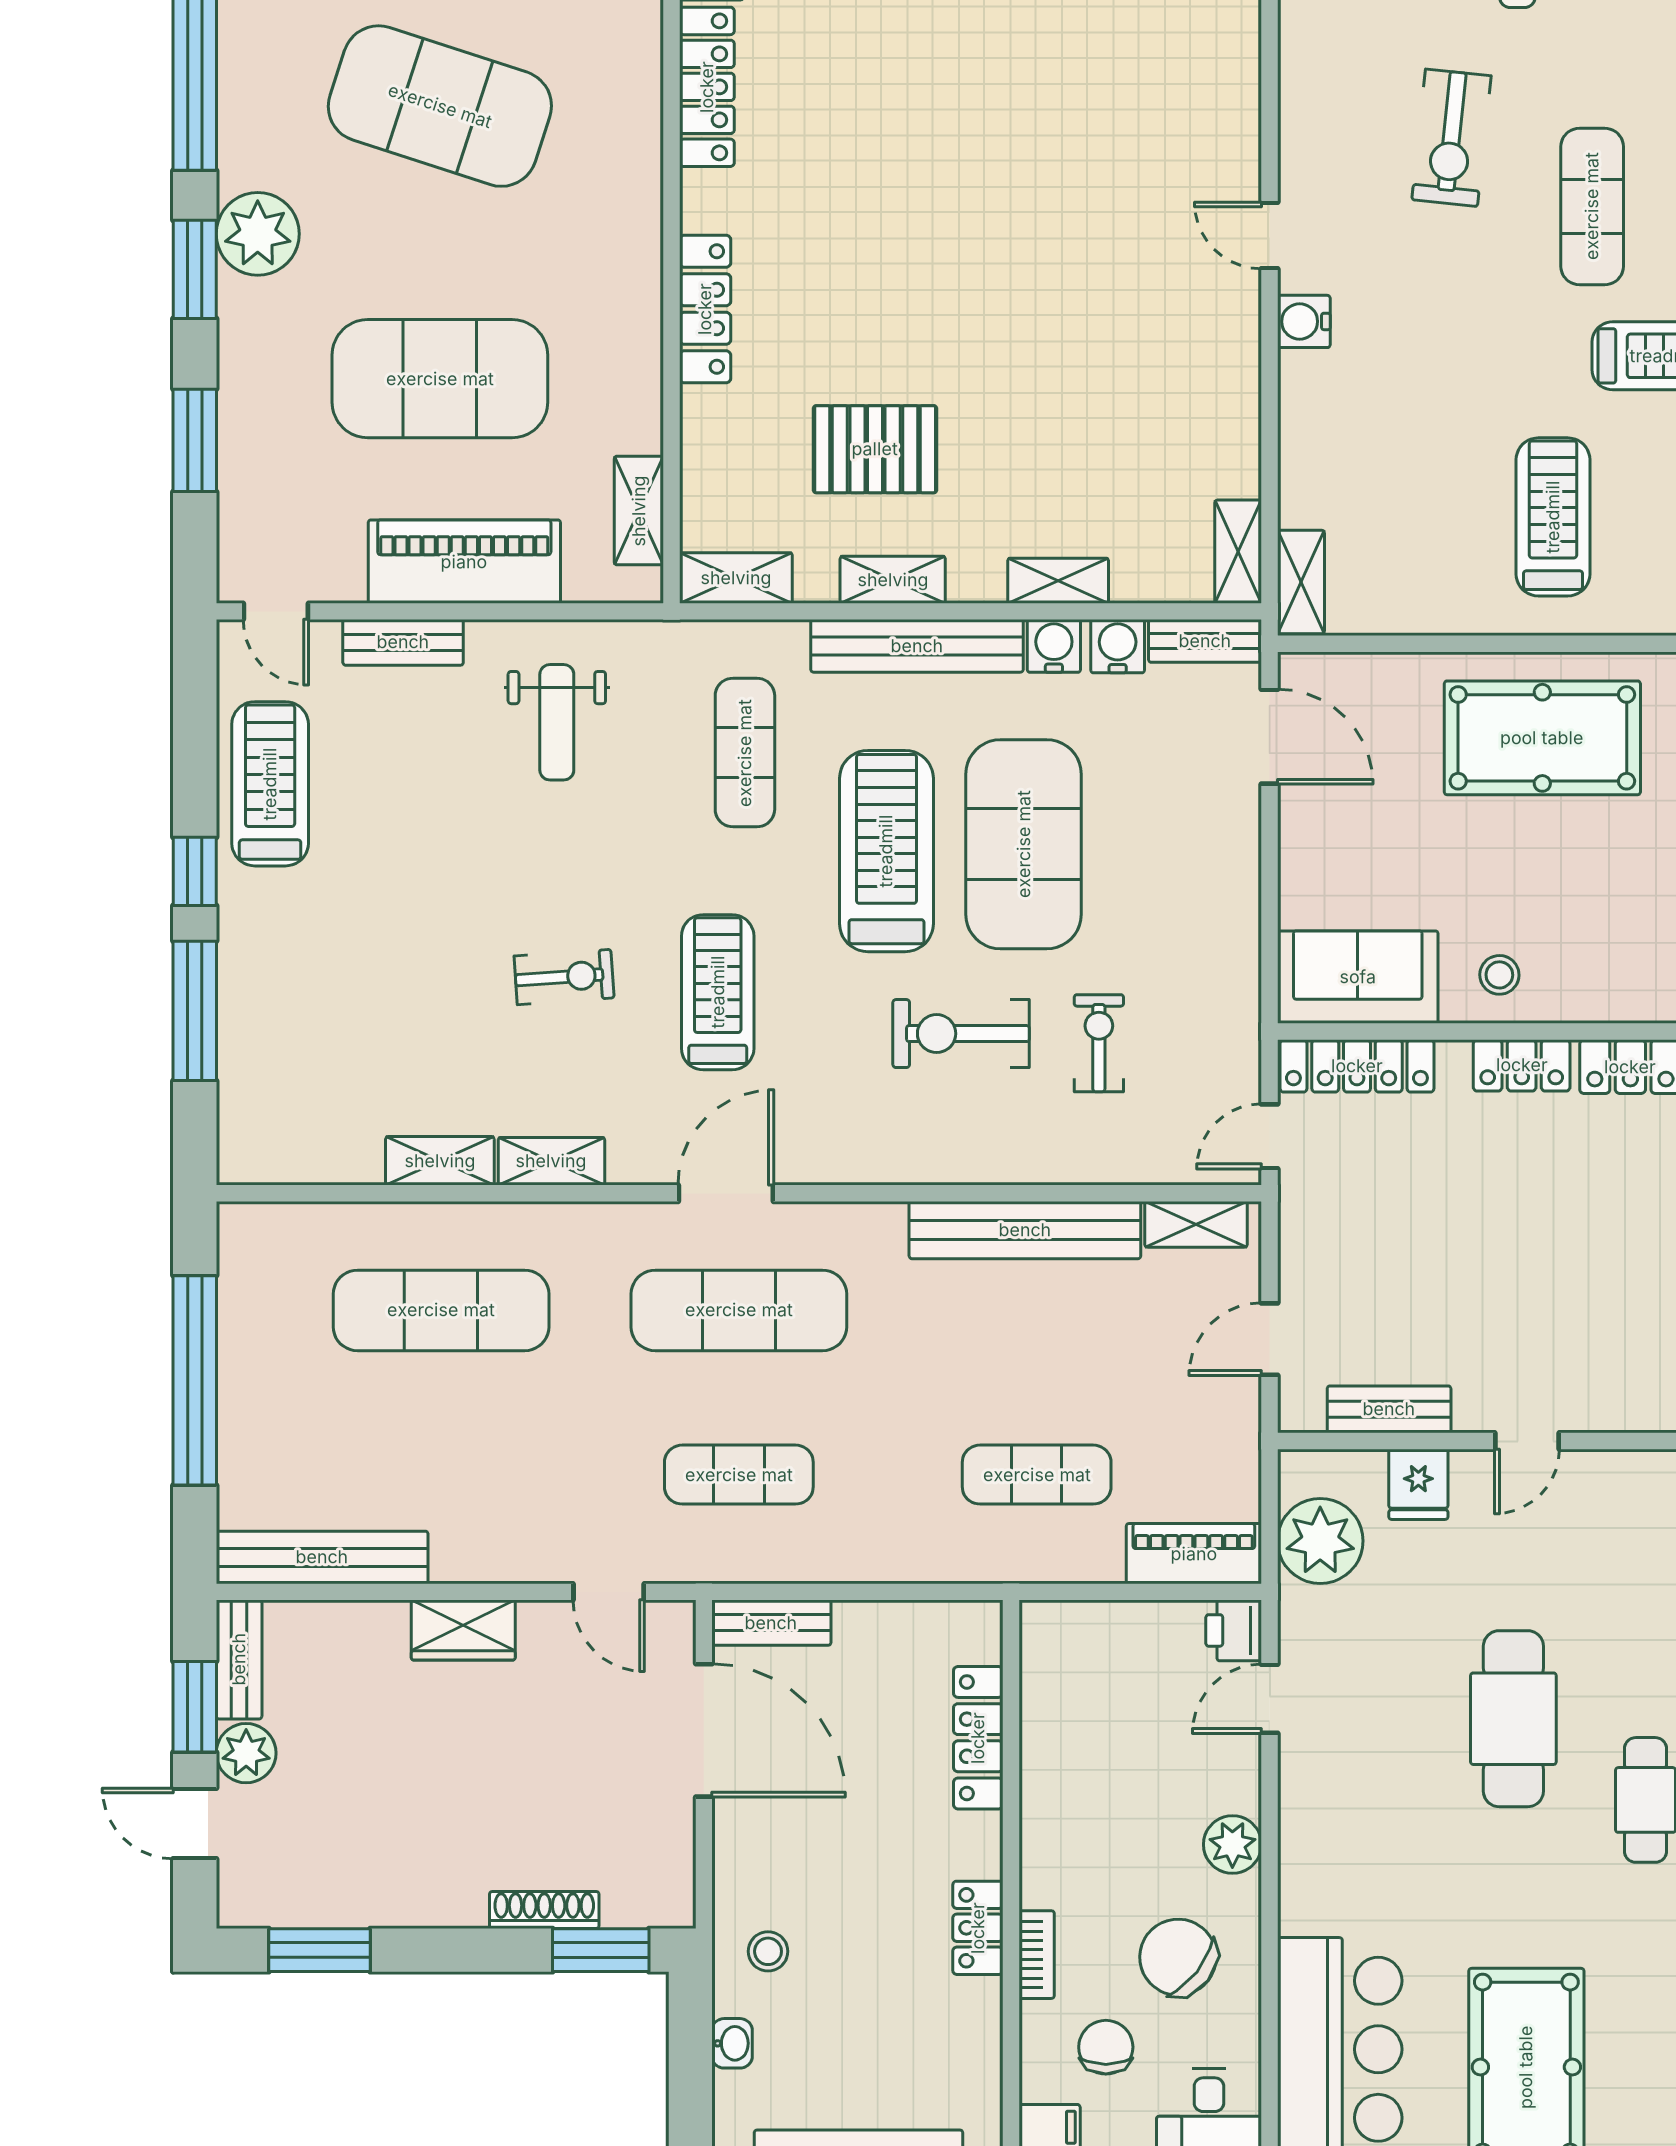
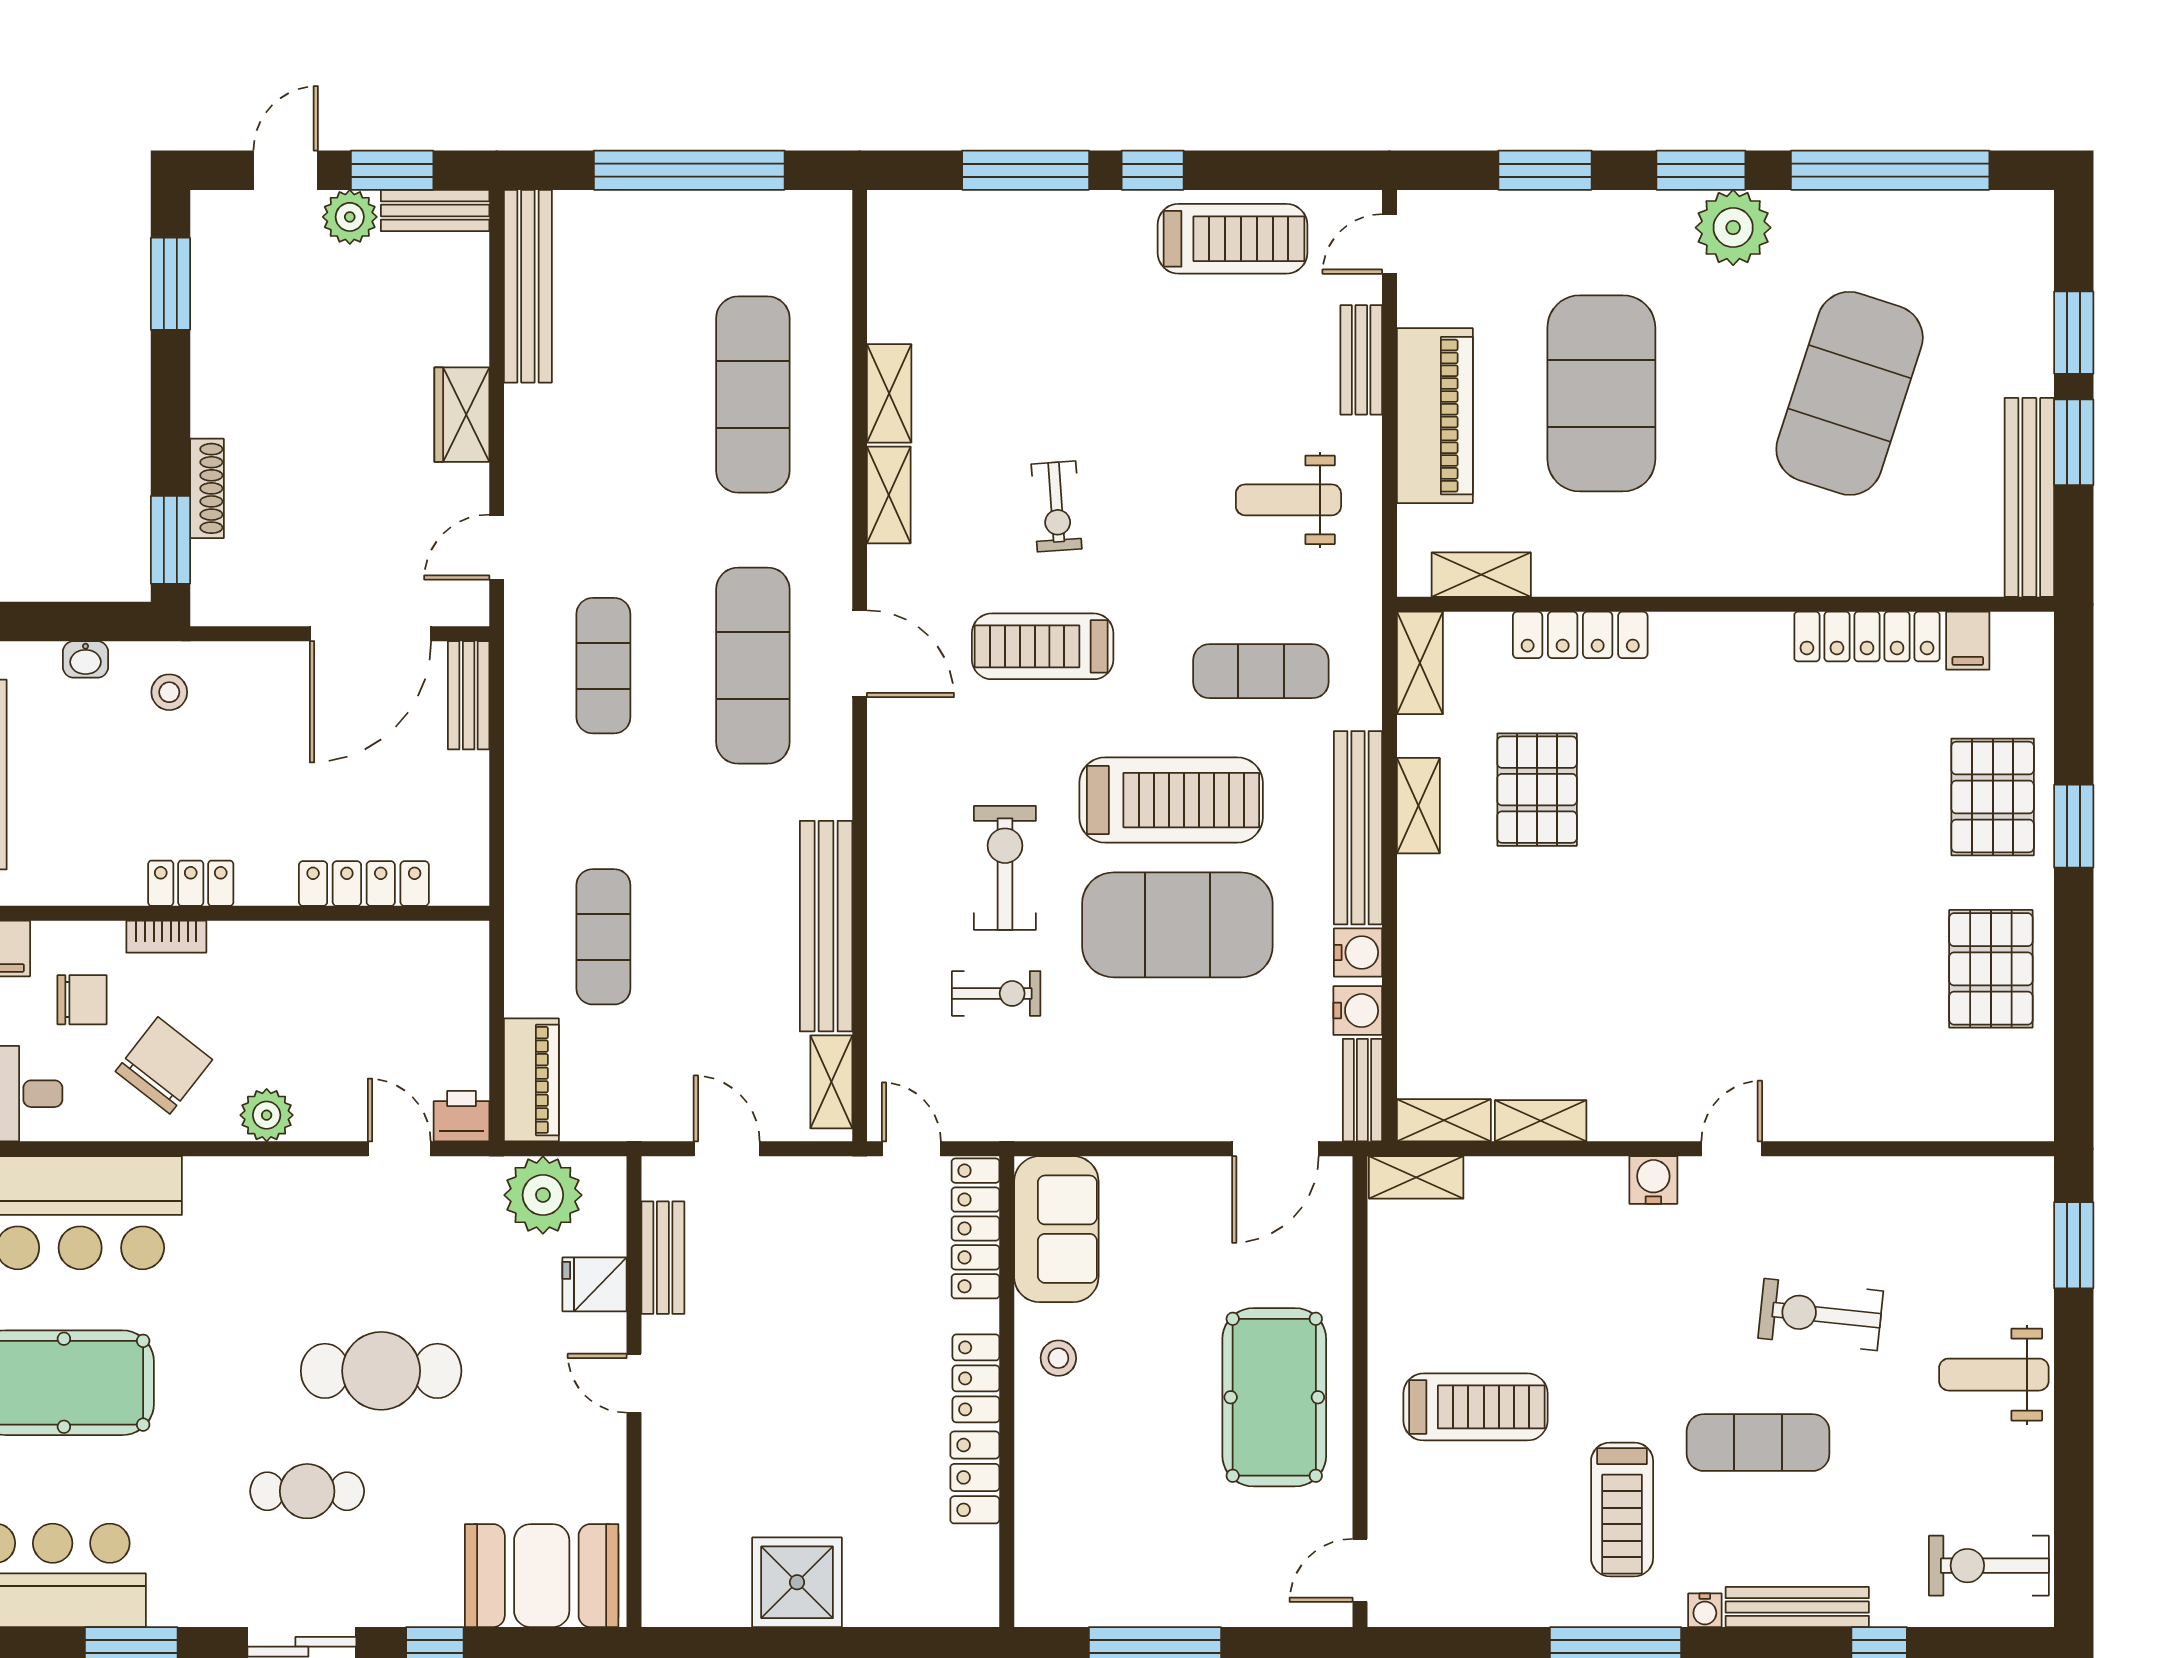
locker: (705, 309) -> (1580, 635), moved
shelving: (1058, 581) -> (1541, 1121), moved, turned 90
treadmill: (718, 992) -> (1043, 646), turned 180

